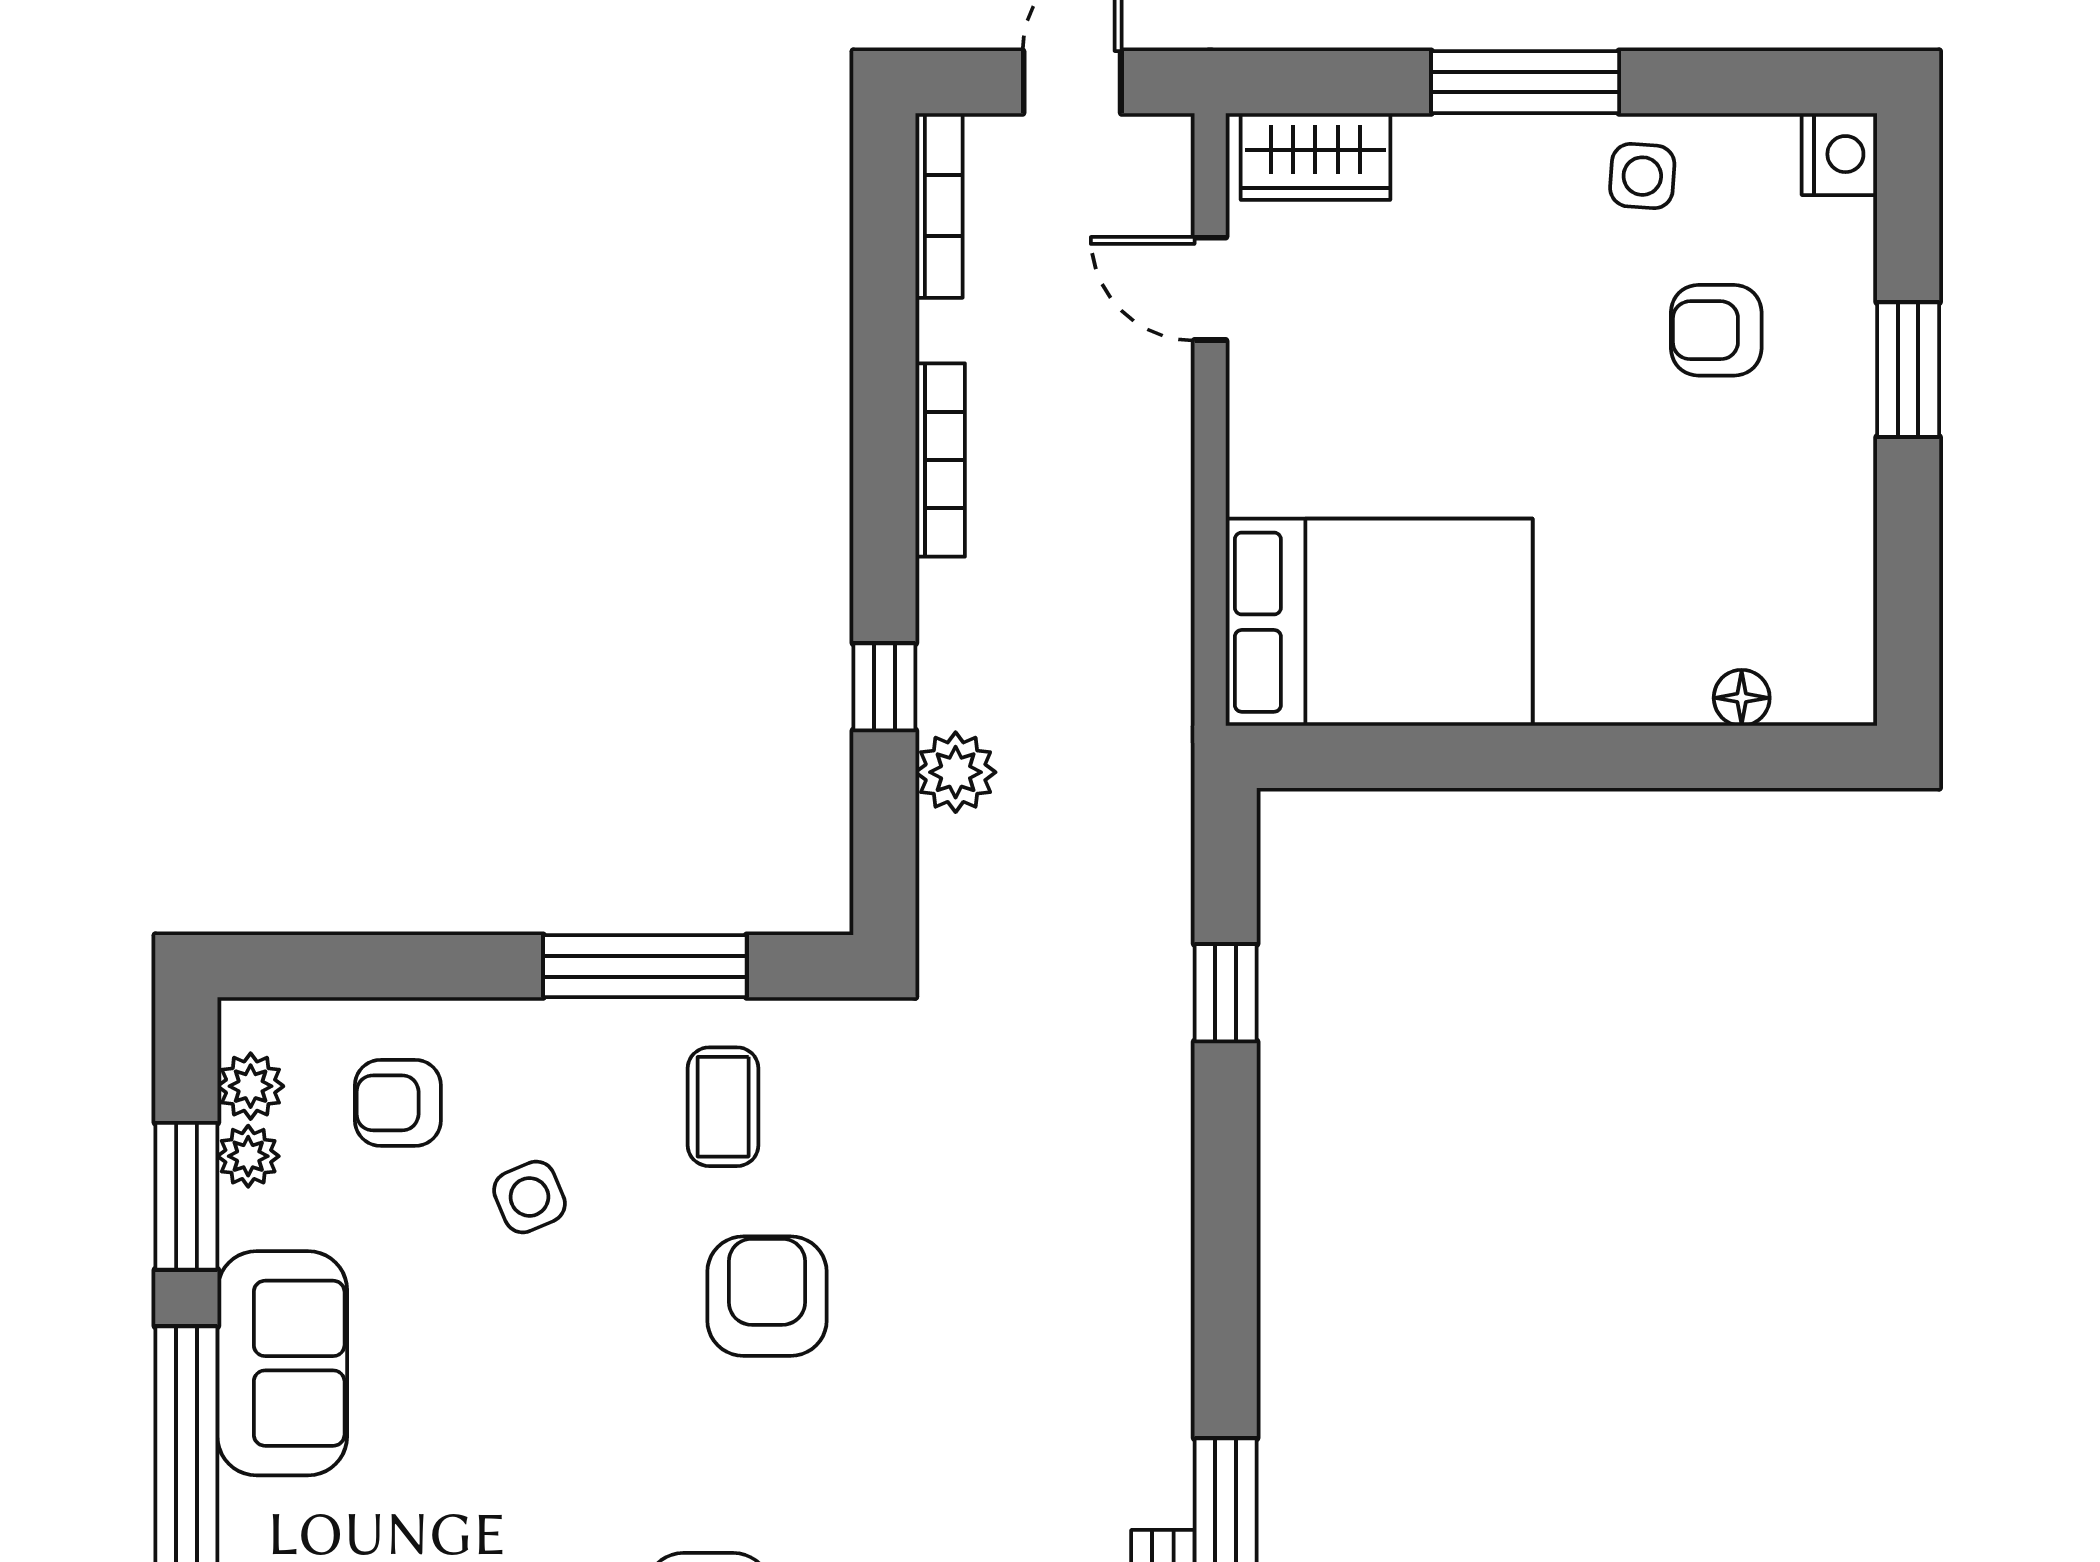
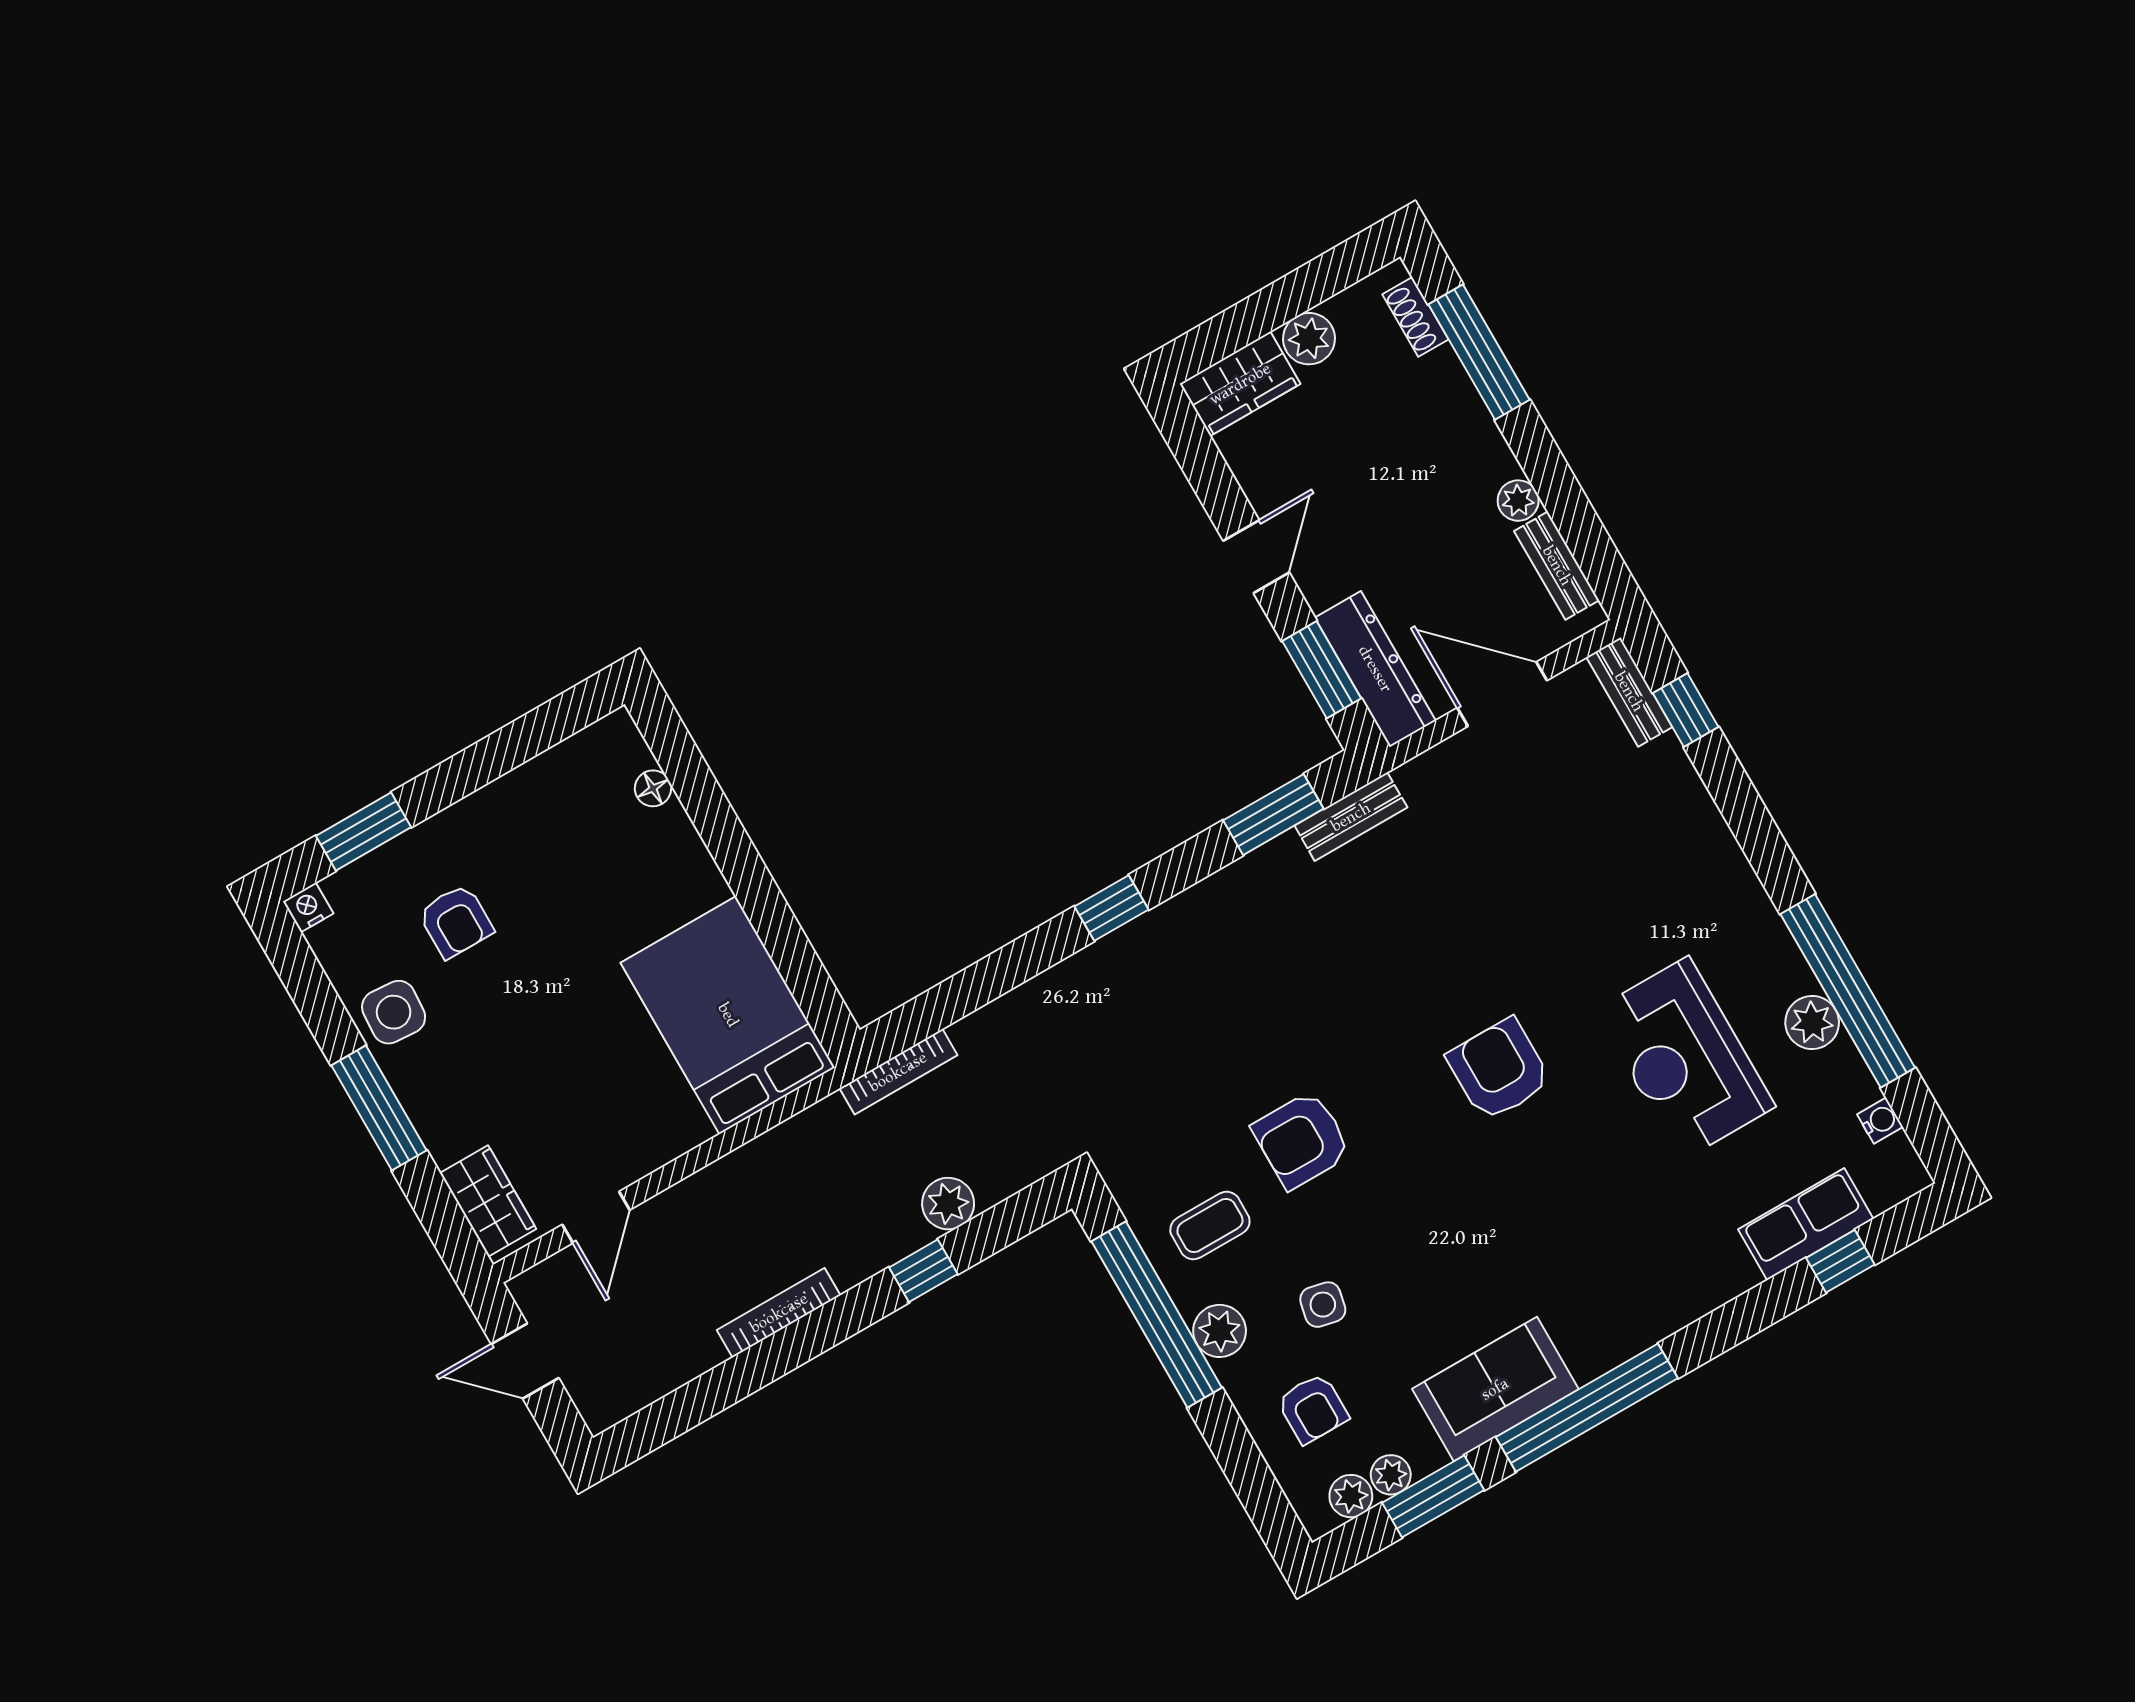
nightstand: (1839, 154) -> (308, 907), width x0.72, depth x0.74
side table: (1642, 176) -> (394, 1012), width x1.37, depth x1.37
bookcase: (939, 205) -> (898, 1072), moved, turned 180
window: (1908, 370) -> (364, 832), moved
window: (645, 966) -> (1157, 1314), width x1.46
window: (1226, 993) -> (1112, 908), moved
plant: (574, 1038) -> (1220, 1331), added
side table: (529, 1197) -> (1323, 1305), turned 35

